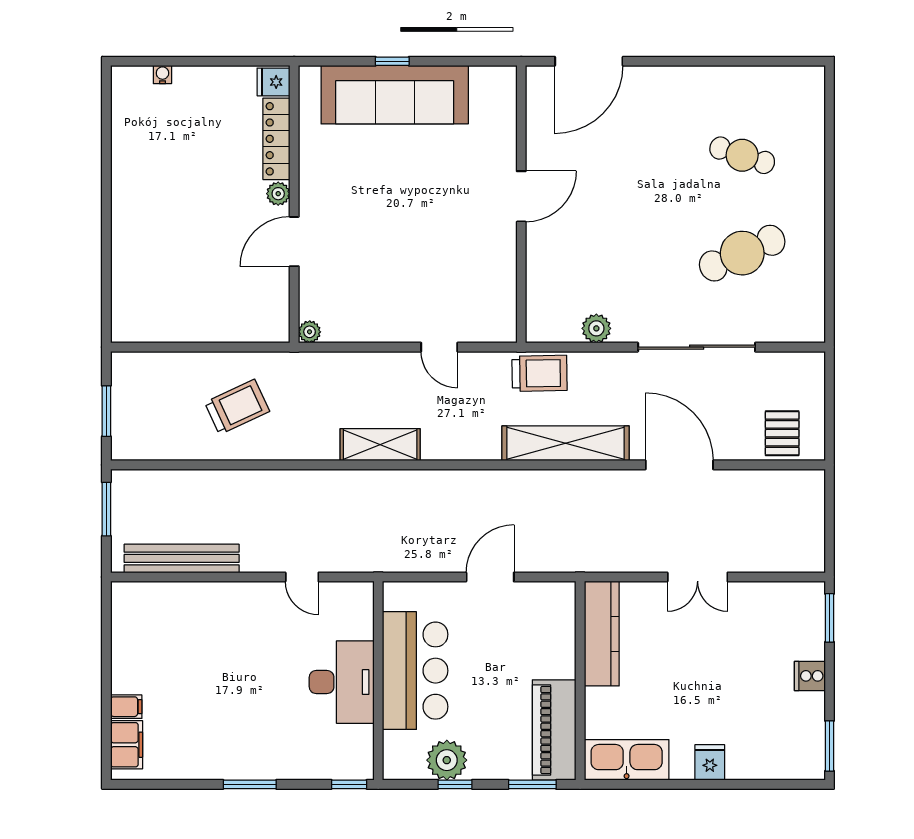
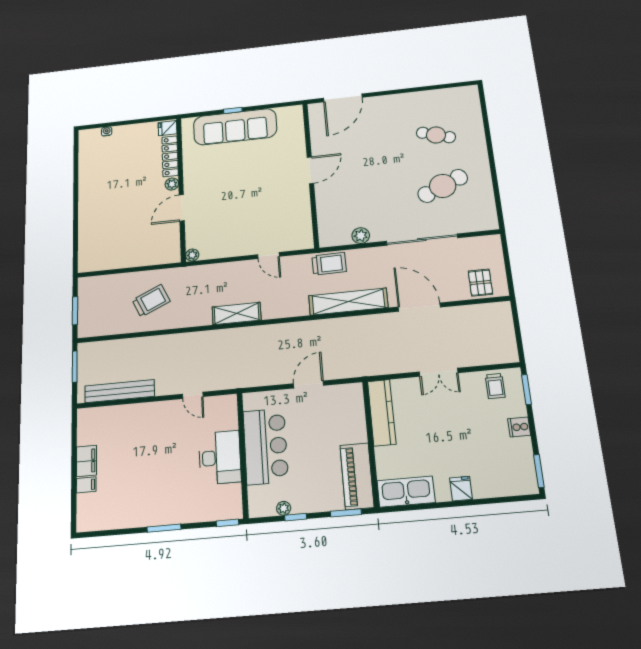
trolley: (782, 608) -> (495, 386), added
filing cabinet: (127, 745) -> (86, 461), moved
plant: (447, 760) -> (284, 508), width x0.53, depth x0.53

